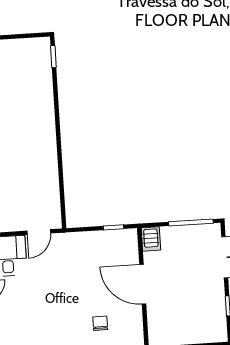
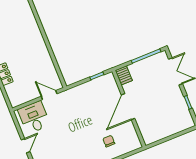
door: (39, 232) -> (49, 95), swing flipped
door: (143, 284) -> (128, 107), hinge flipped

